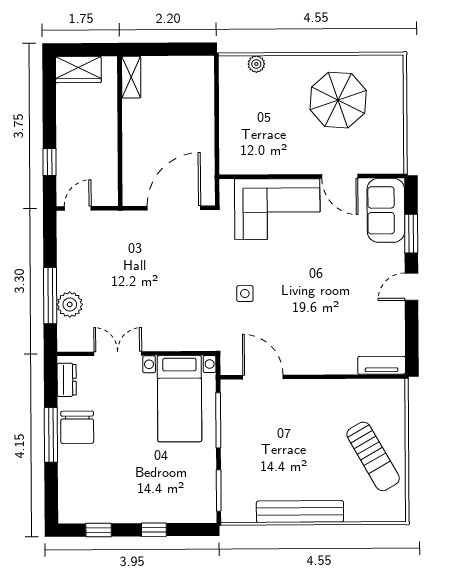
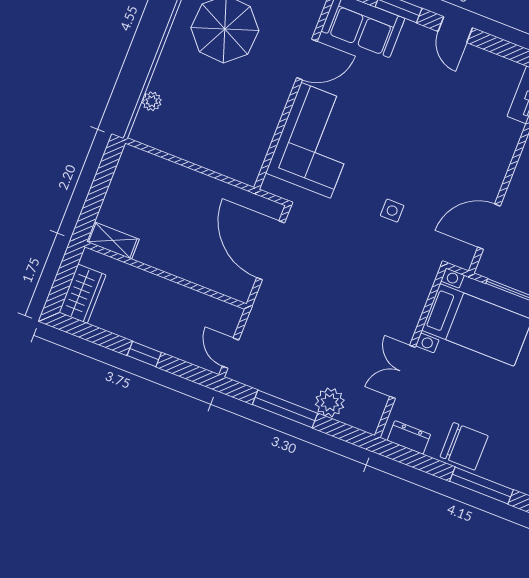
window: (50, 162) -> (144, 354), moved
window: (50, 296) -> (285, 409), moved
window: (51, 435) -> (481, 485), moved

